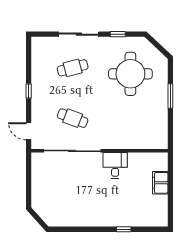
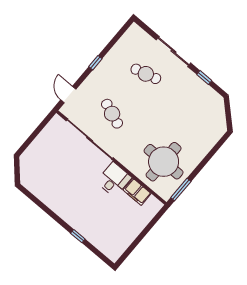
round table: (130, 74) -> (164, 162), moved
window: (170, 96) -> (181, 189), moved
filing cabinet: (160, 183) -> (137, 192), moved, turned -90

